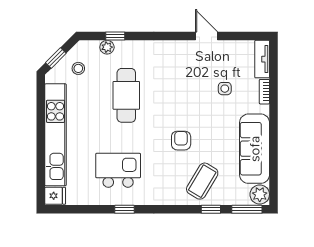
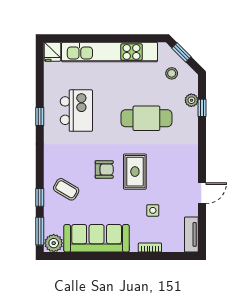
tv unit: (262, 59) -> (191, 234), moved, turned -90
rug: (183, 108) -> (135, 172), added
coffee table: (202, 181) -> (66, 189), width x0.73, depth x0.77

